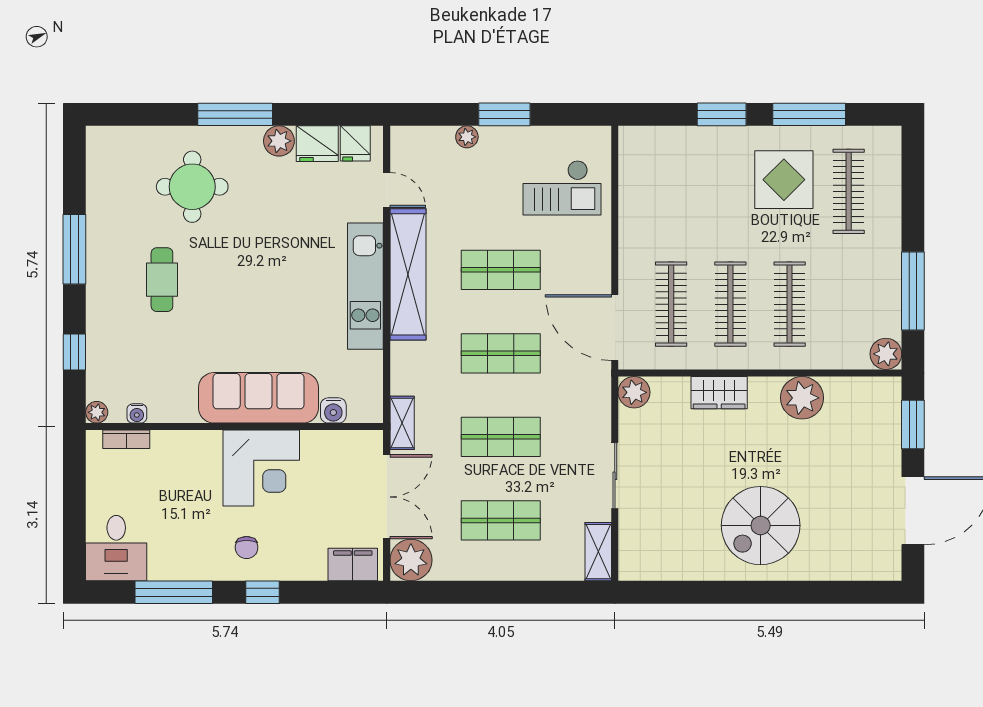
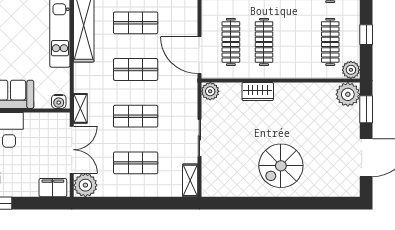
window: (913, 291) -> (366, 35), width x0.46
clothes rail: (790, 304) -> (330, 42), moved
plant: (802, 398) -> (348, 94), moved
water cooler: (333, 410) -> (59, 101), moved

